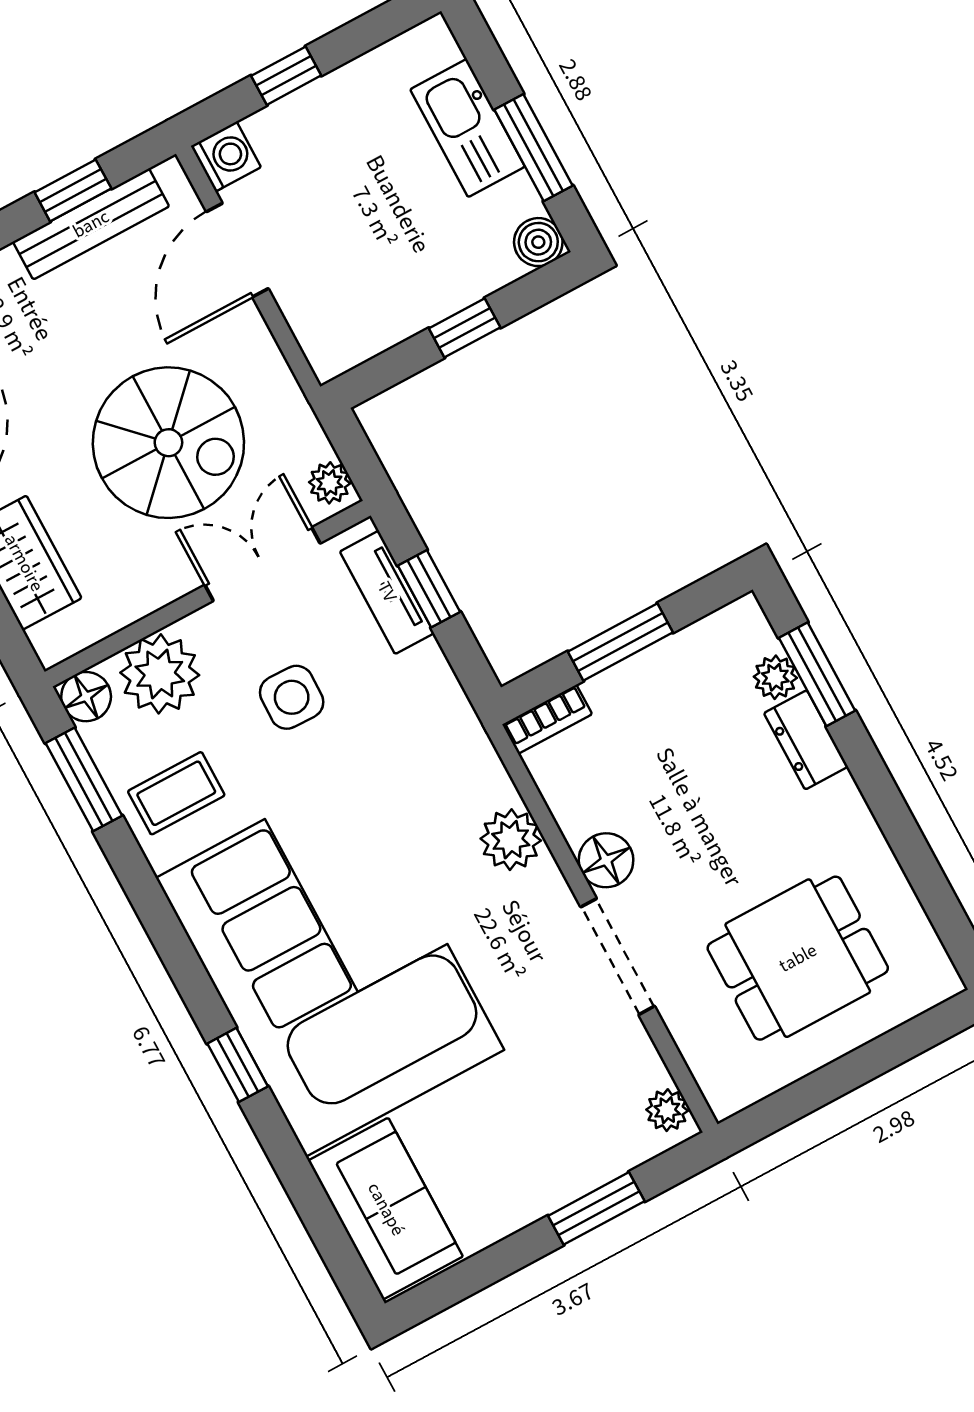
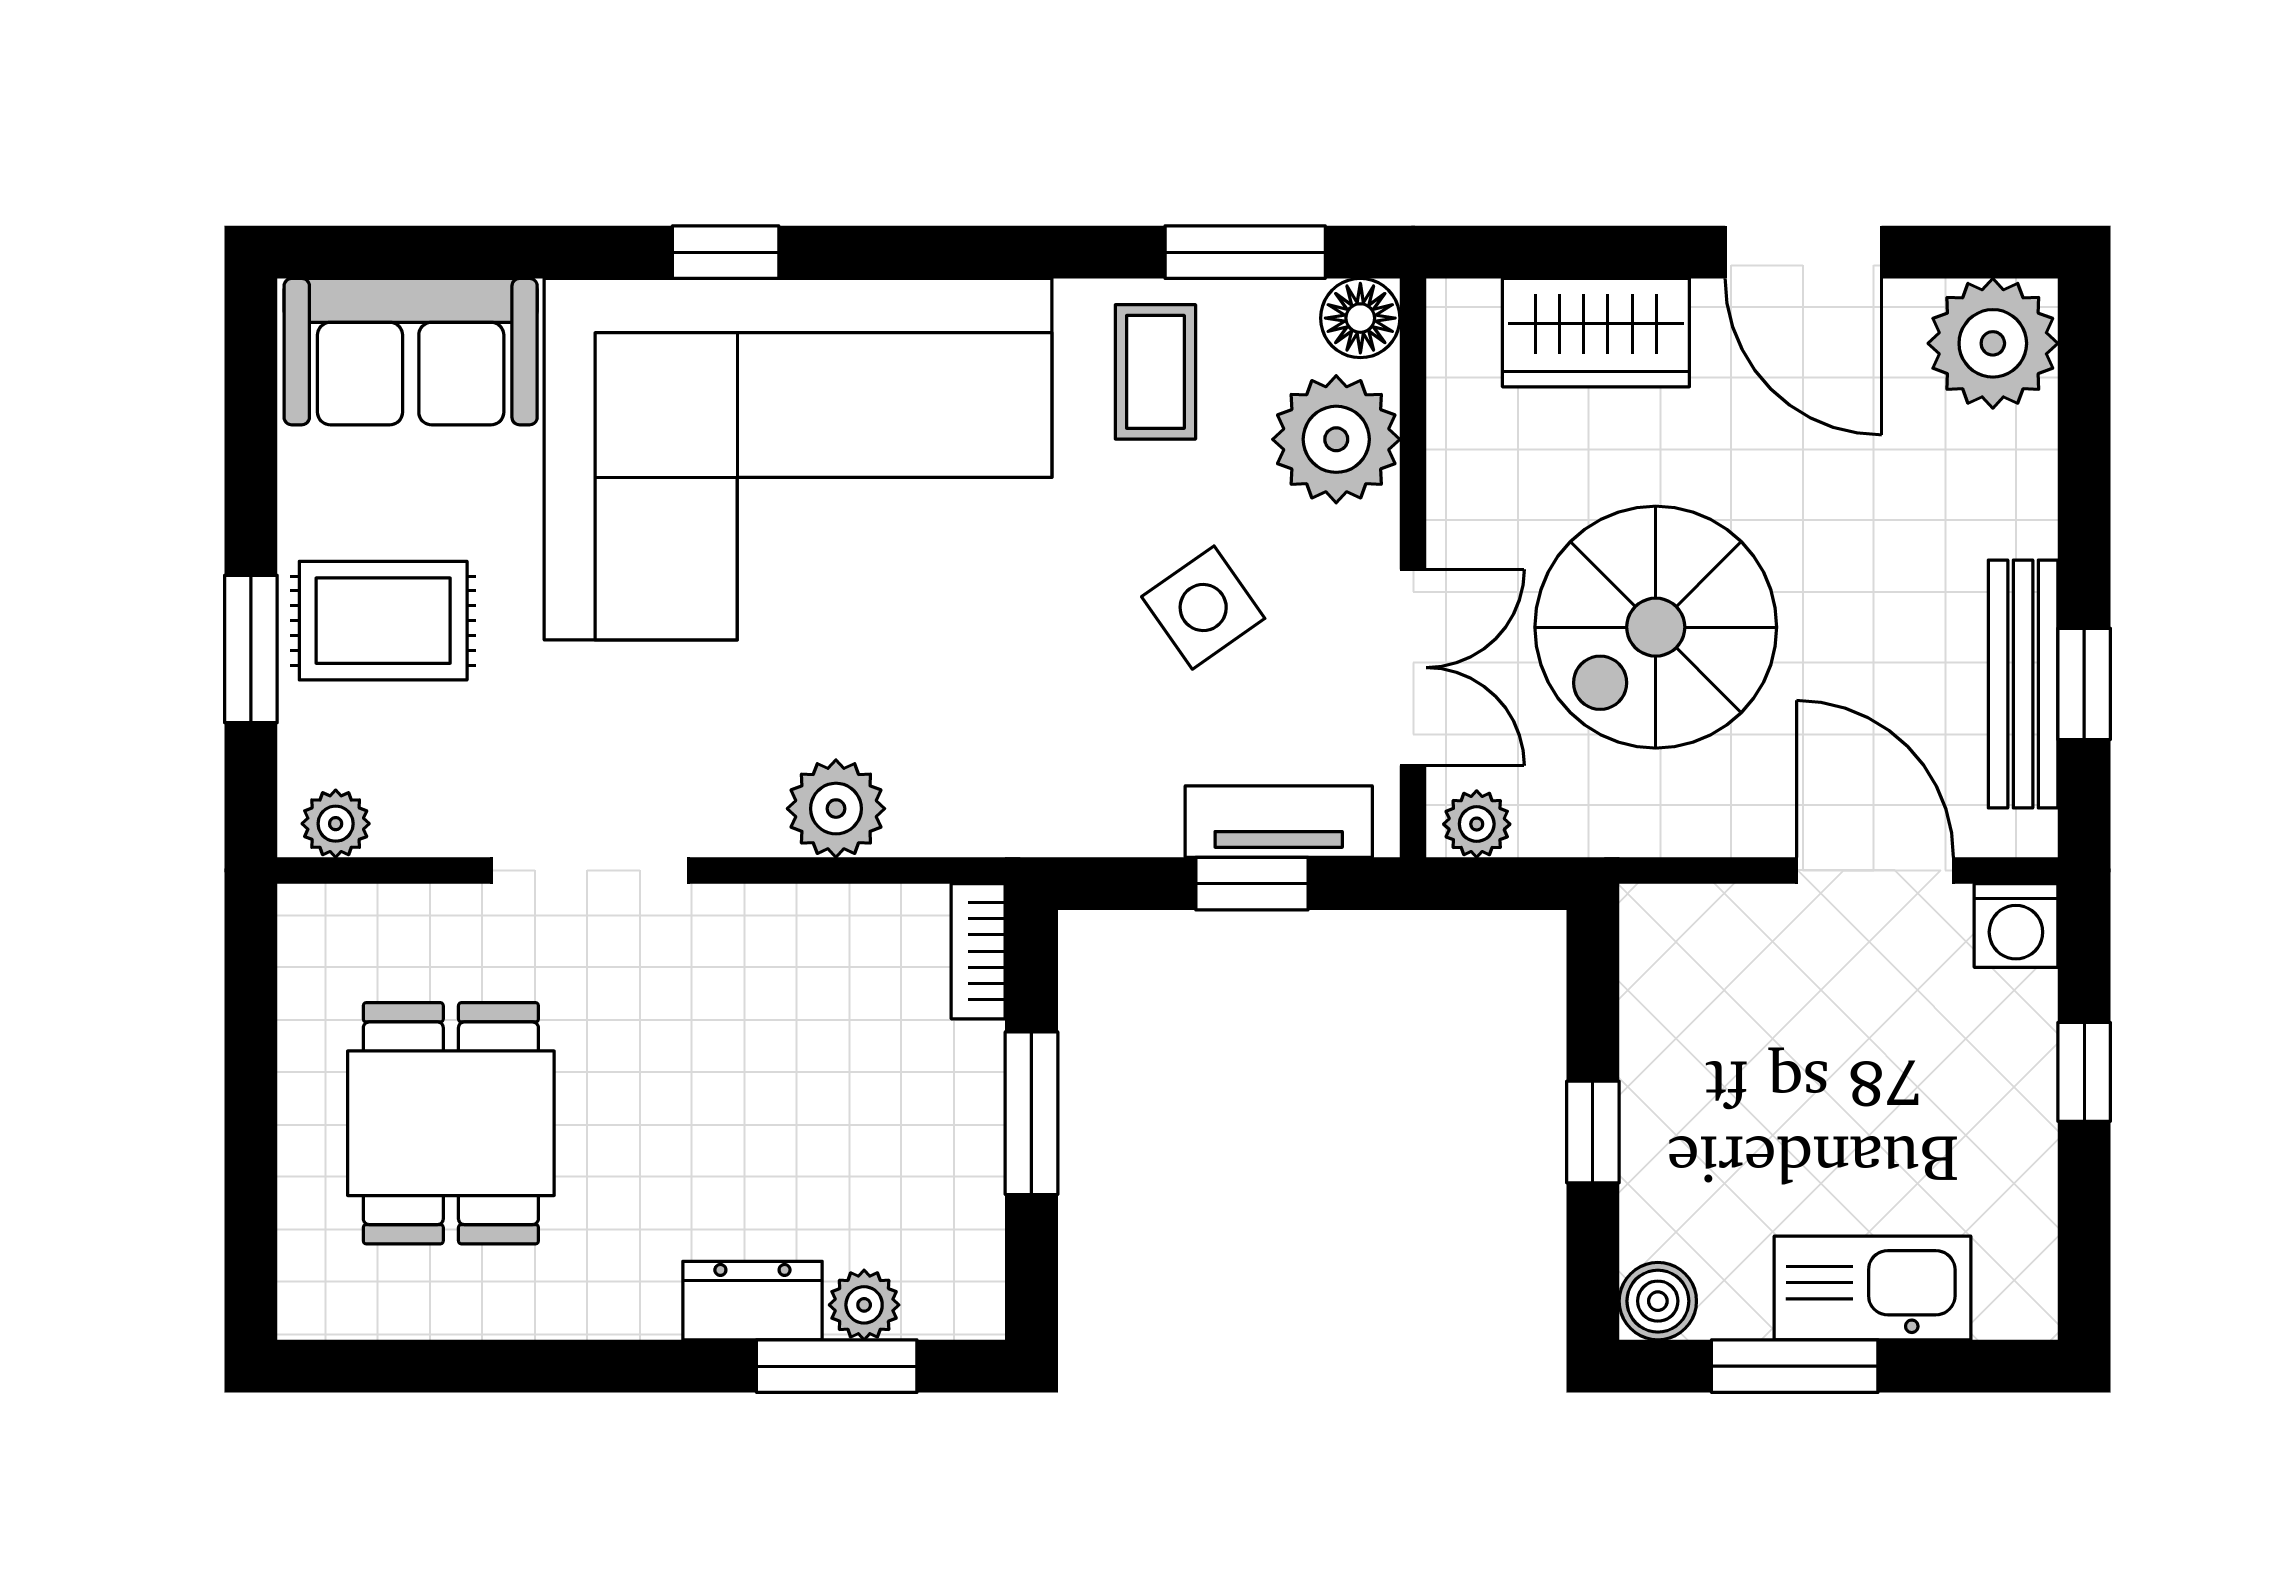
side table: (292, 697) -> (1203, 608), turned -36
floor lamp: (606, 860) -> (735, 927), removed
rug: (542, 1144) -> (383, 621), added

